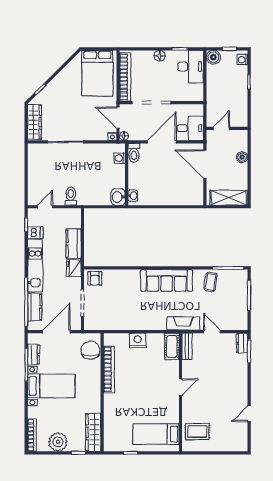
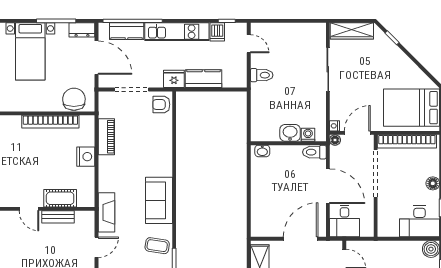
washbasin: (118, 197) -> (290, 133), moved
sofa: (167, 280) -> (159, 200), width x0.73
piano: (121, 324) -> (106, 137), added
cot: (172, 346) -> (60, 198), moved
bench: (187, 347) -> (58, 217), moved
chair: (90, 350) -> (74, 99), turned -90
dresser: (34, 355) -> (82, 30), moved

